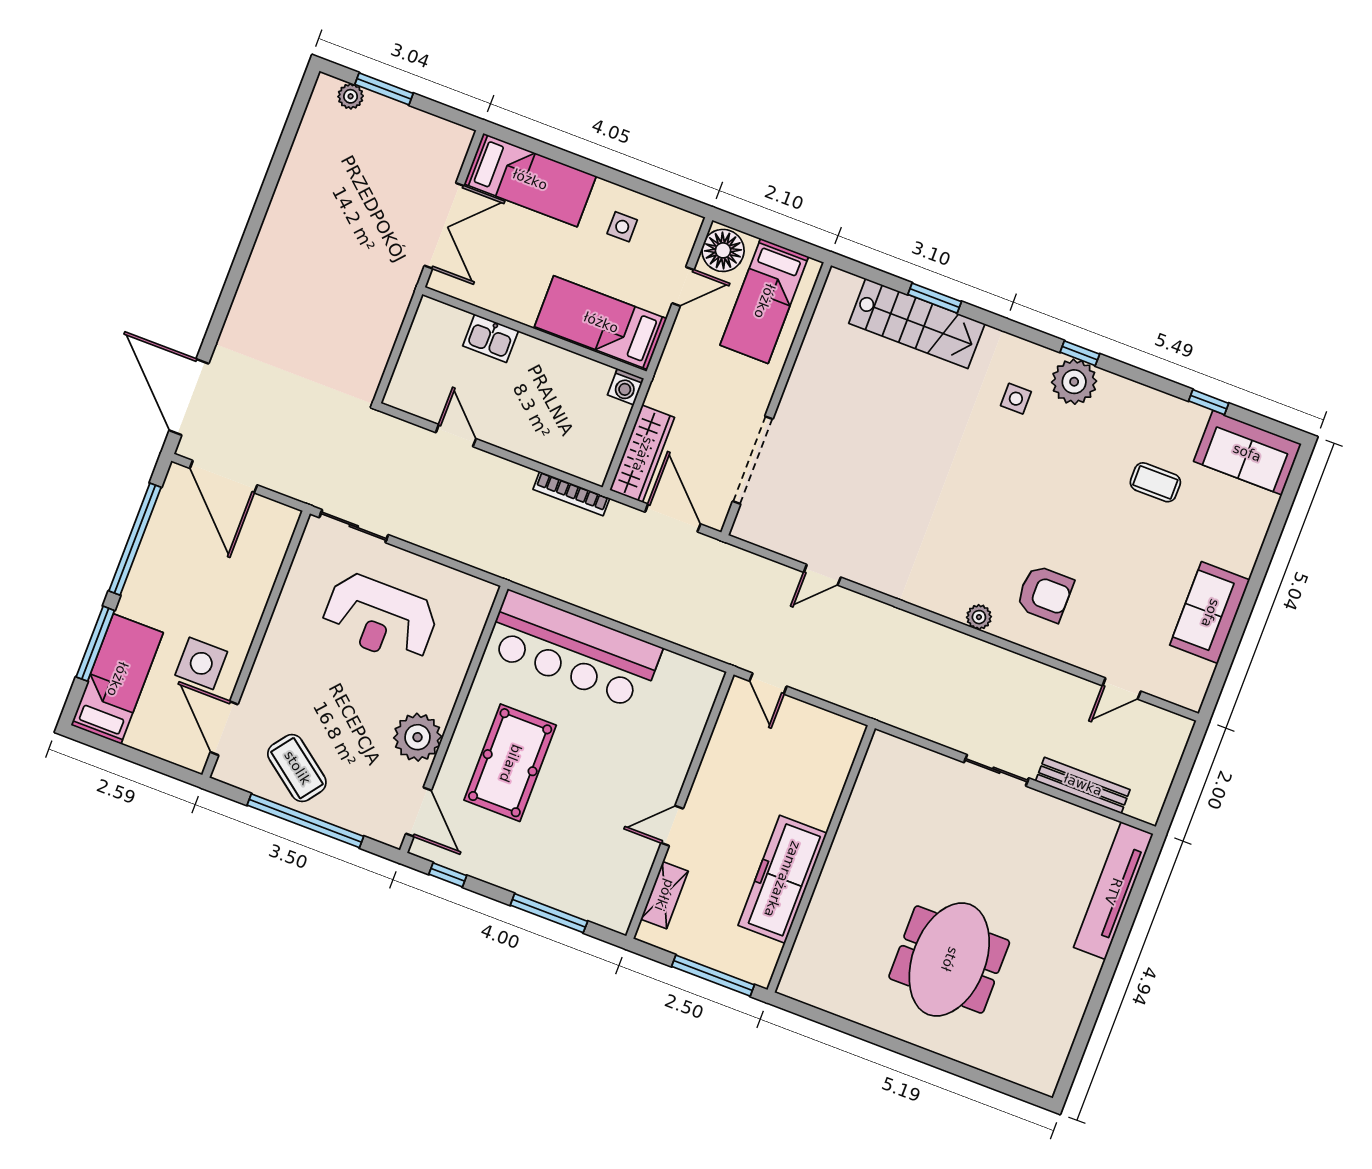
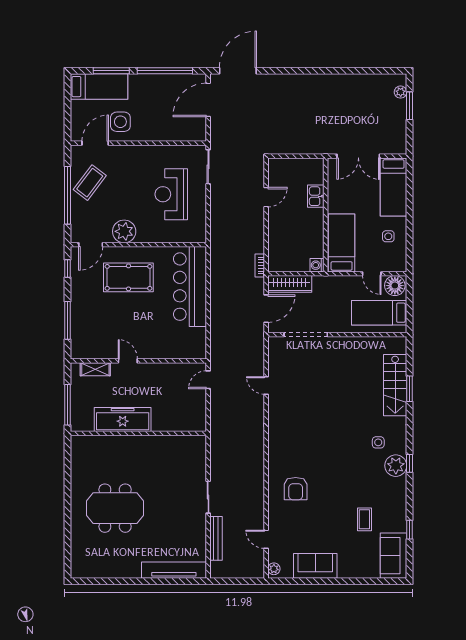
bookcase: (571, 494) -> (260, 266), width x0.64
plant: (979, 617) -> (274, 569), moved

